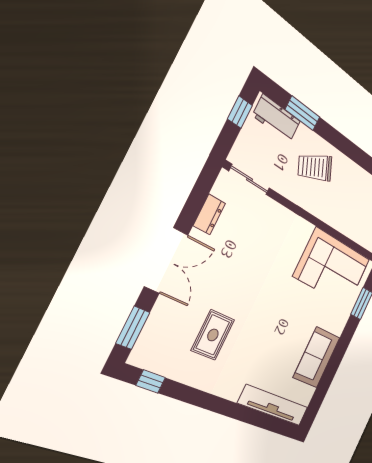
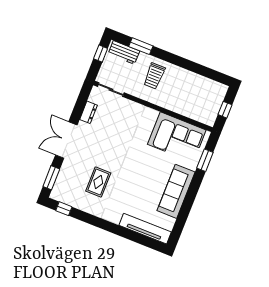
trolley: (315, 167) -> (154, 76), turned -65
double door: (166, 261) -> (66, 140), swing flipped
sofa: (317, 357) -> (176, 191), width x1.36

